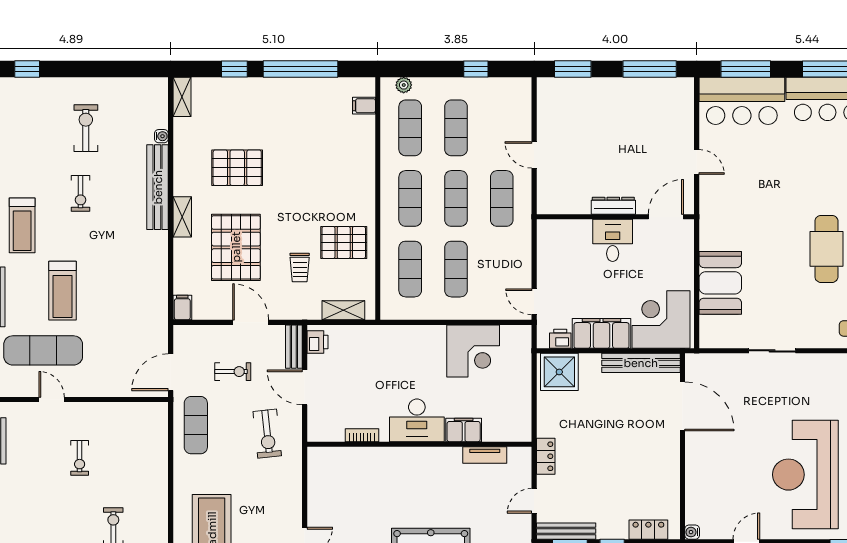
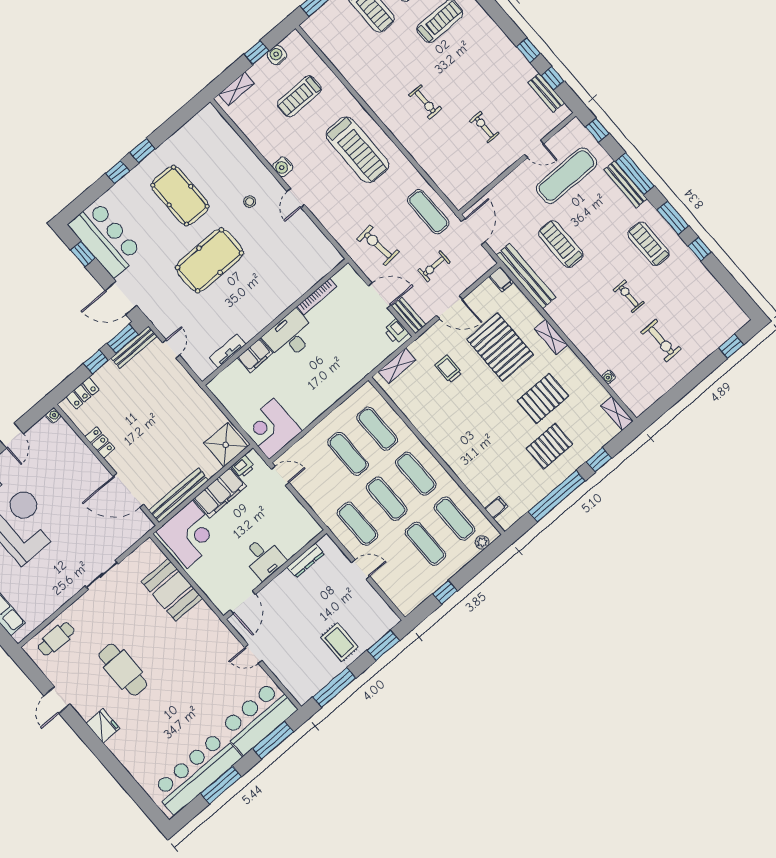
rug: (610, 106) -> (339, 642), added
bench: (158, 187) -> (526, 276), moved
dresser: (613, 206) -> (306, 560), moved
pallet: (344, 243) -> (549, 446), moved
treadmill: (62, 291) -> (561, 244), moved
corner desk: (473, 351) -> (271, 429), moved
bookcase: (362, 435) -> (317, 296), width x1.56
locker: (546, 456) -> (100, 442), moved, turned 180

